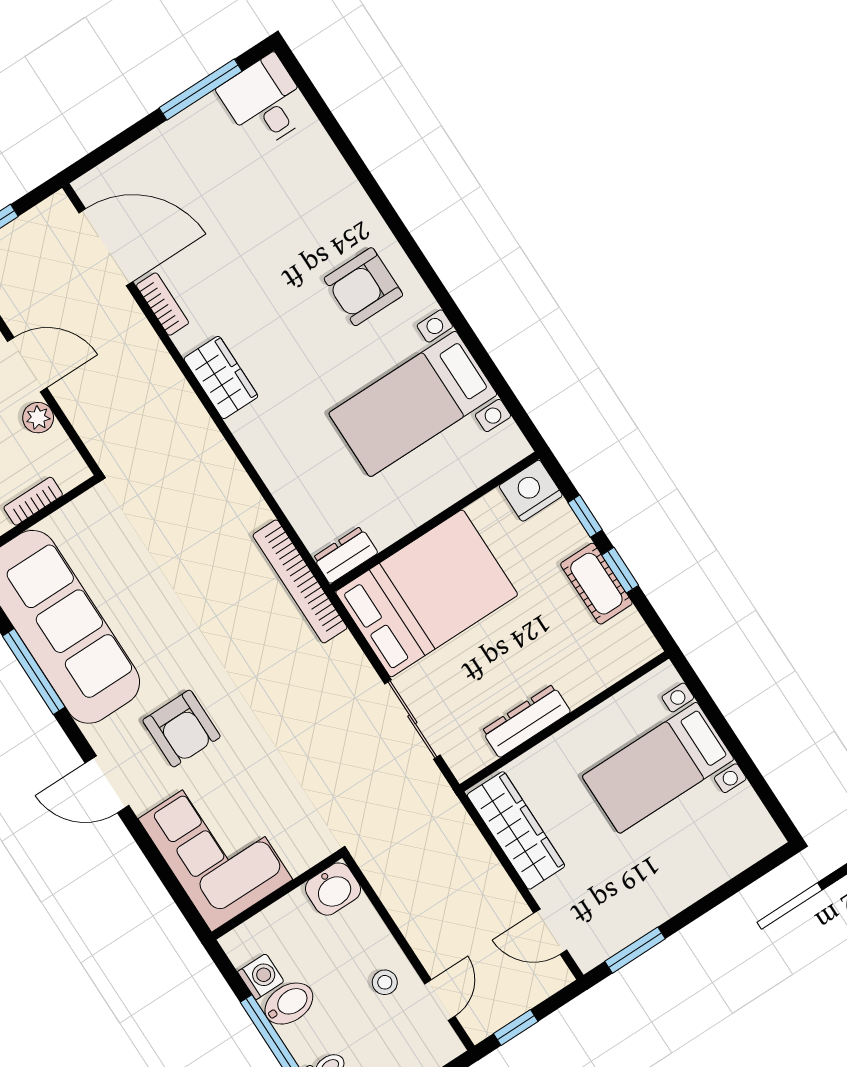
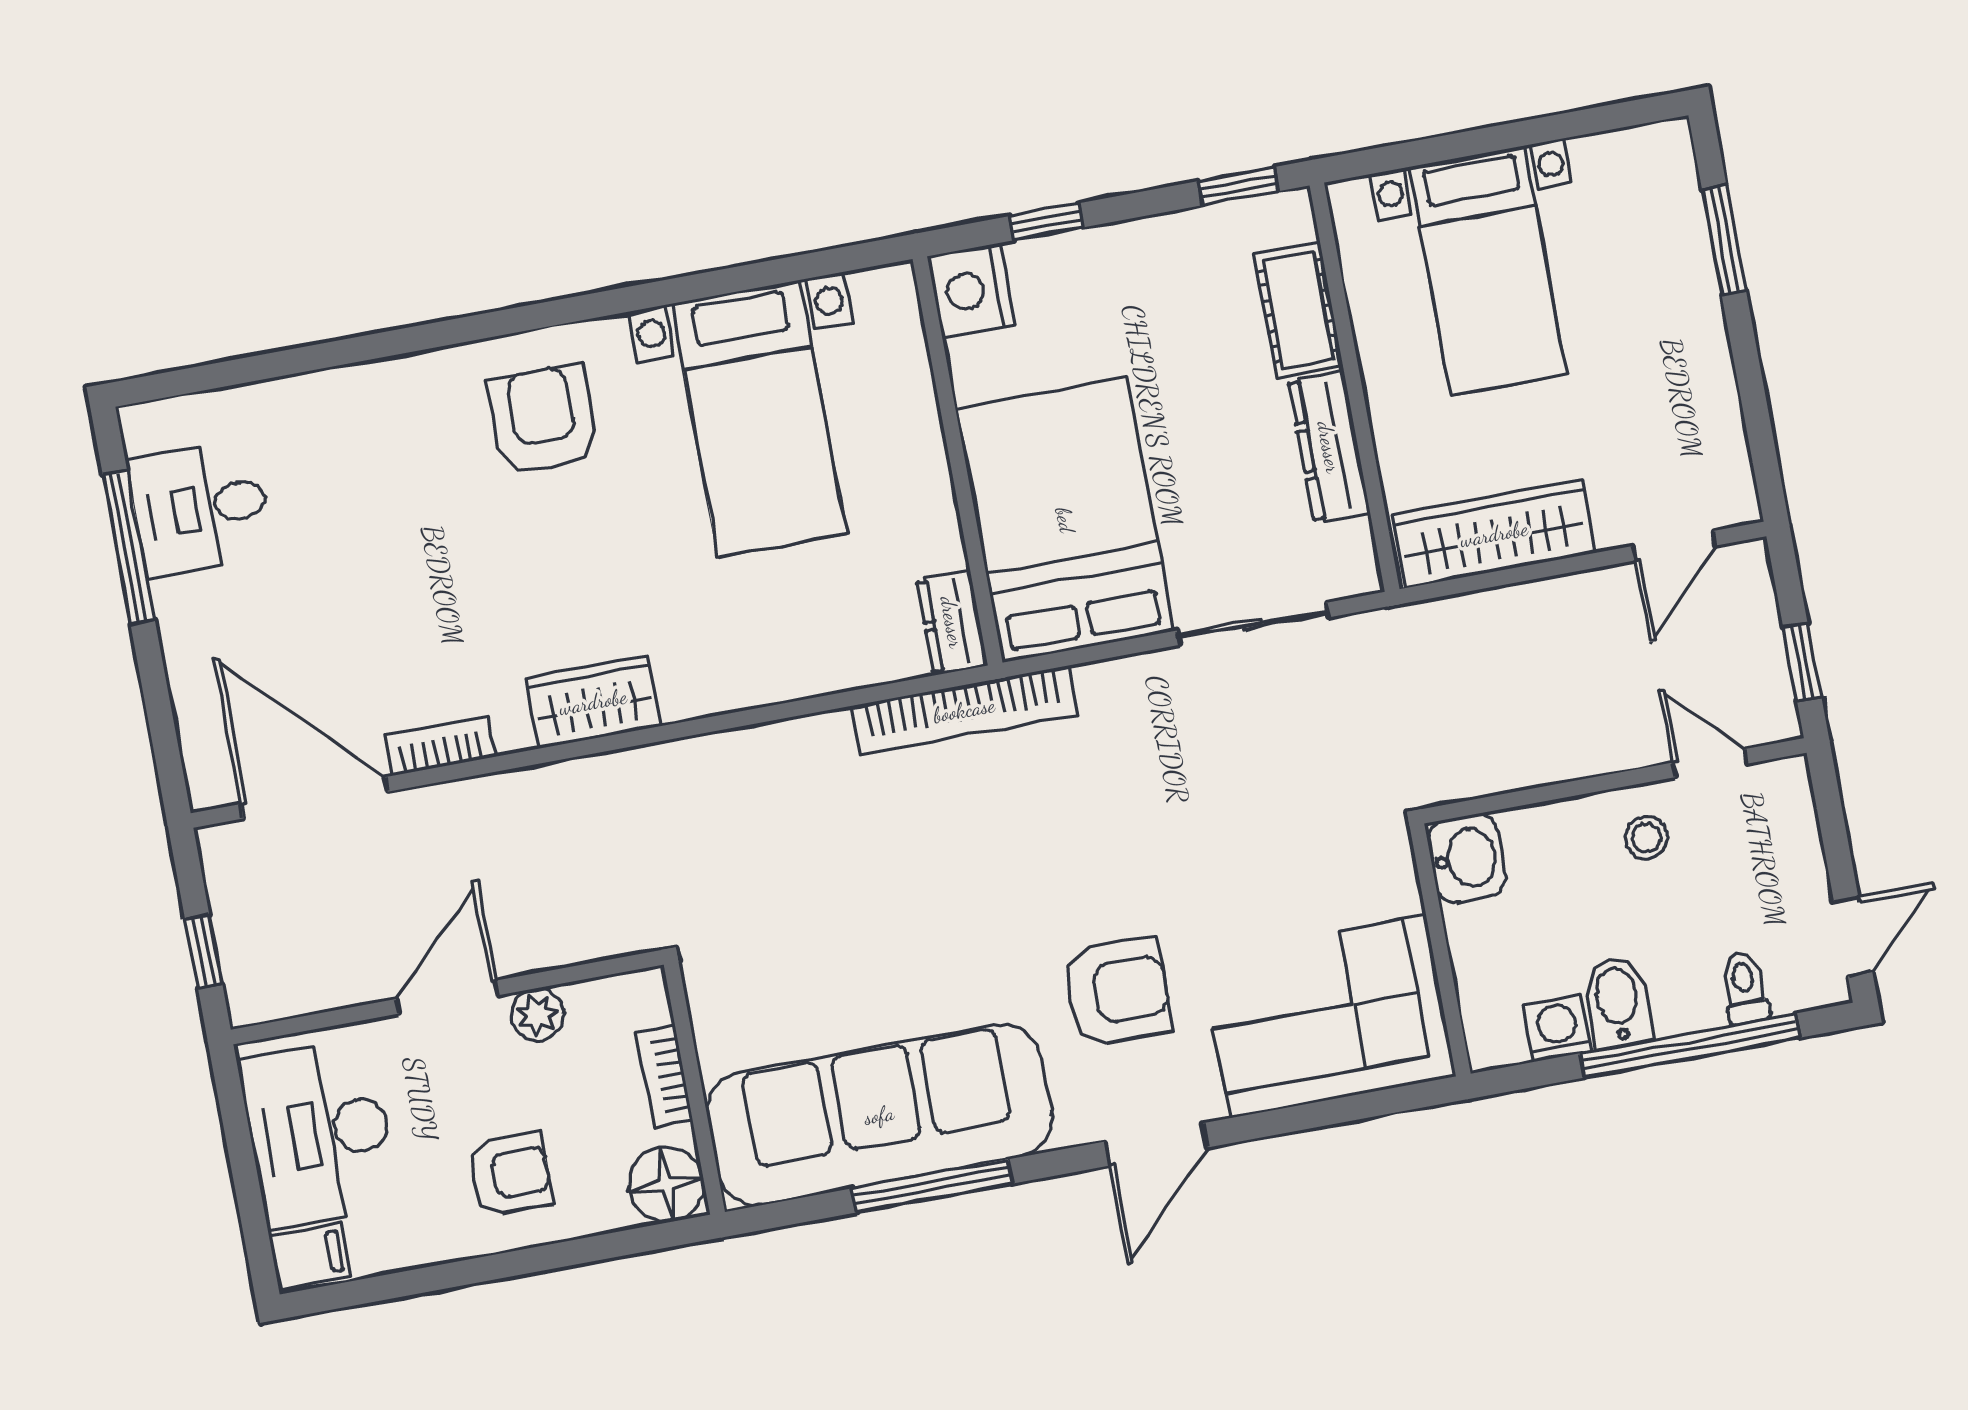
desk: (265, 102) -> (200, 508), moved
door: (106, 247) -> (314, 798), hinge flipped
armchair: (363, 287) -> (543, 420), turned 180
window: (620, 570) -> (1238, 186), moved
cot: (596, 584) -> (1298, 310), moved, turned 90
window: (635, 950) -> (1724, 239), moved

